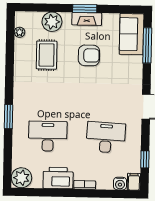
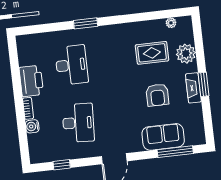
sofa: (132, 34) -> (163, 137), moved
plant: (21, 178) -> (27, 45), removed
filing cabinet: (134, 182) -> (38, 157), removed
water cooler: (120, 184) -> (32, 126), moved

